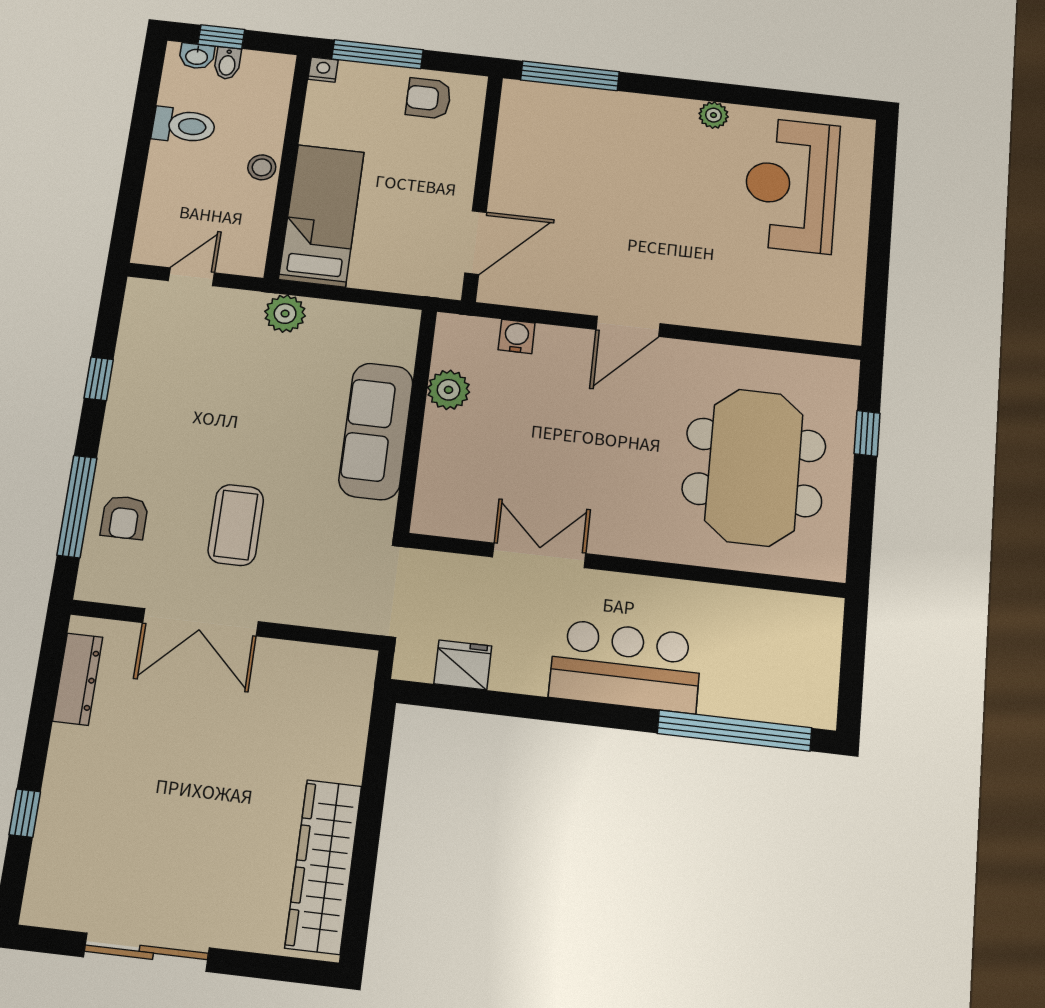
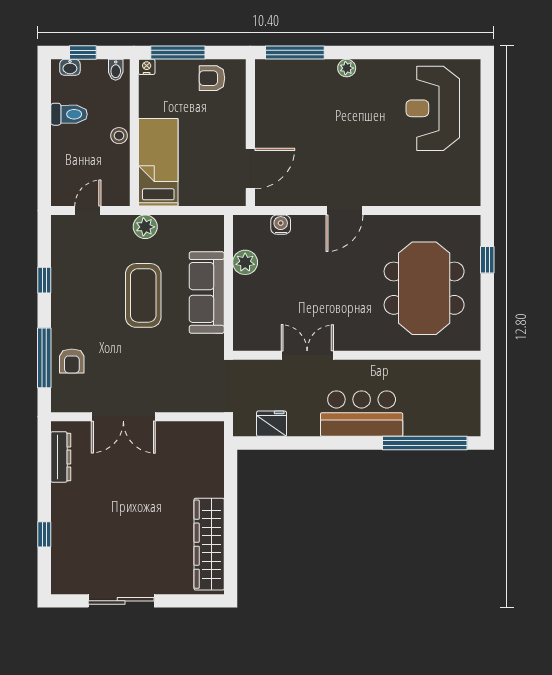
bidet: (227, 63) -> (116, 70), moved
plant: (714, 115) -> (347, 68), moved
coffee table: (236, 525) -> (143, 295), moved, width x1.36, depth x1.32

